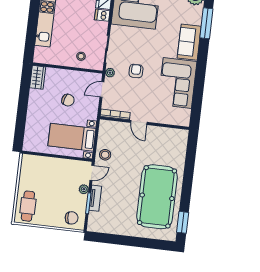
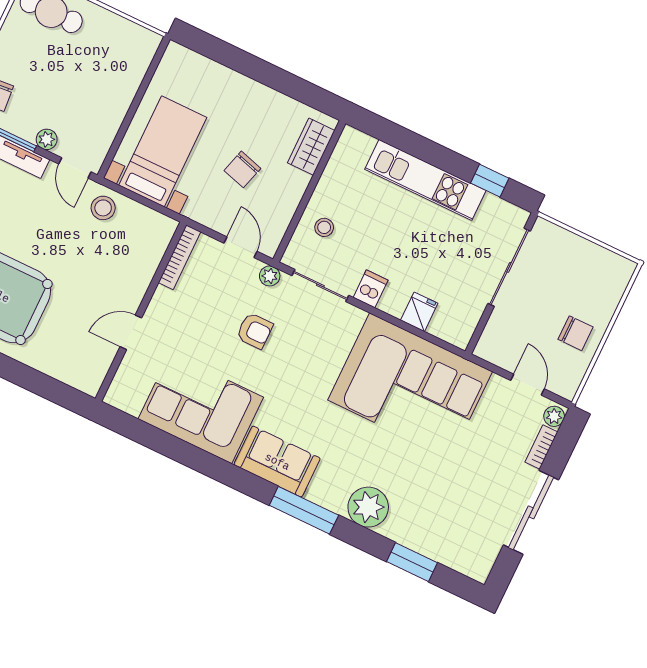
dishwasher: (102, 15) -> (371, 289), moved
wardrobe: (38, 77) -> (311, 147), moved, turned 90
door: (139, 122) -> (131, 332), moved

